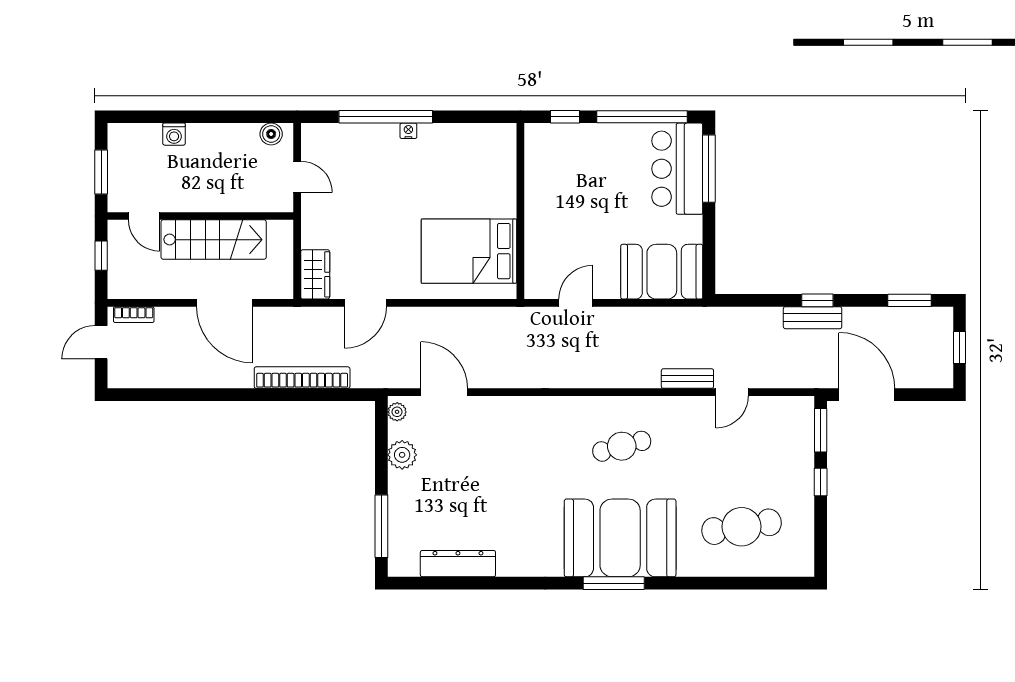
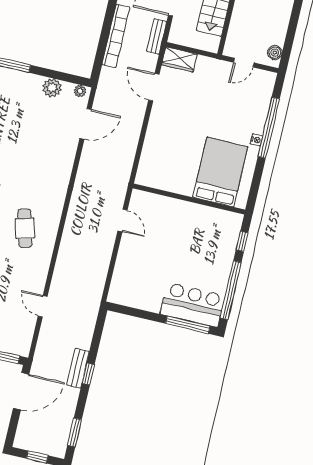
bed: (469, 251) -> (220, 172), moved
booth: (662, 272) -> (130, 280), removed
bench: (687, 379) -> (157, 36), moved

